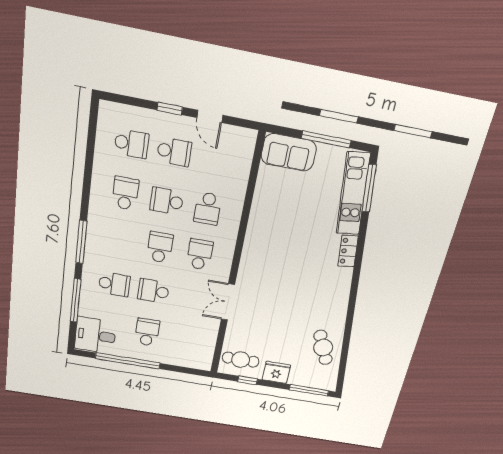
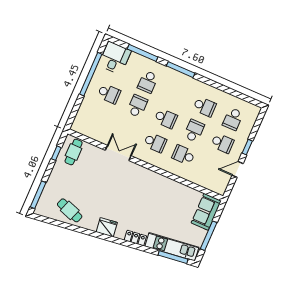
school desk: (174, 152) -> (222, 143), turned -90
cafe table: (323, 348) -> (70, 210), turned 44
fridge: (276, 372) -> (107, 227), moved, turned -97

